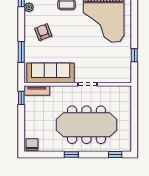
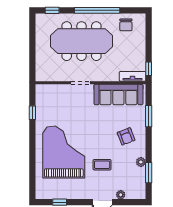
chair: (32, 145) -> (126, 25), moved
window: (71, 154) -> (97, 10), width x3.17

